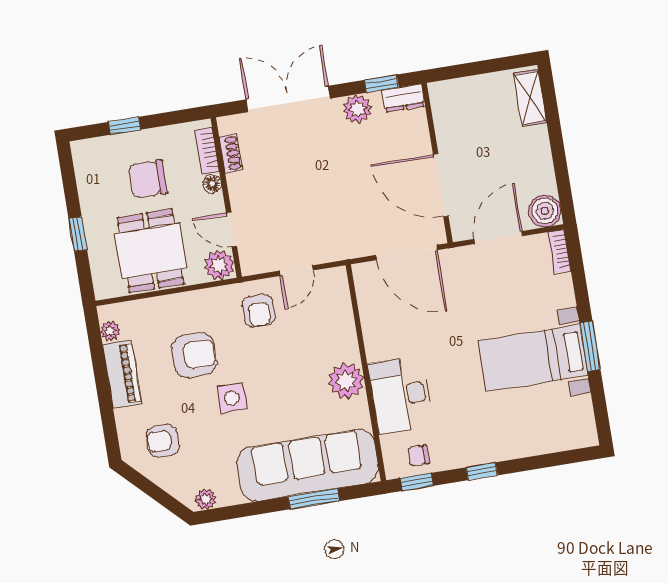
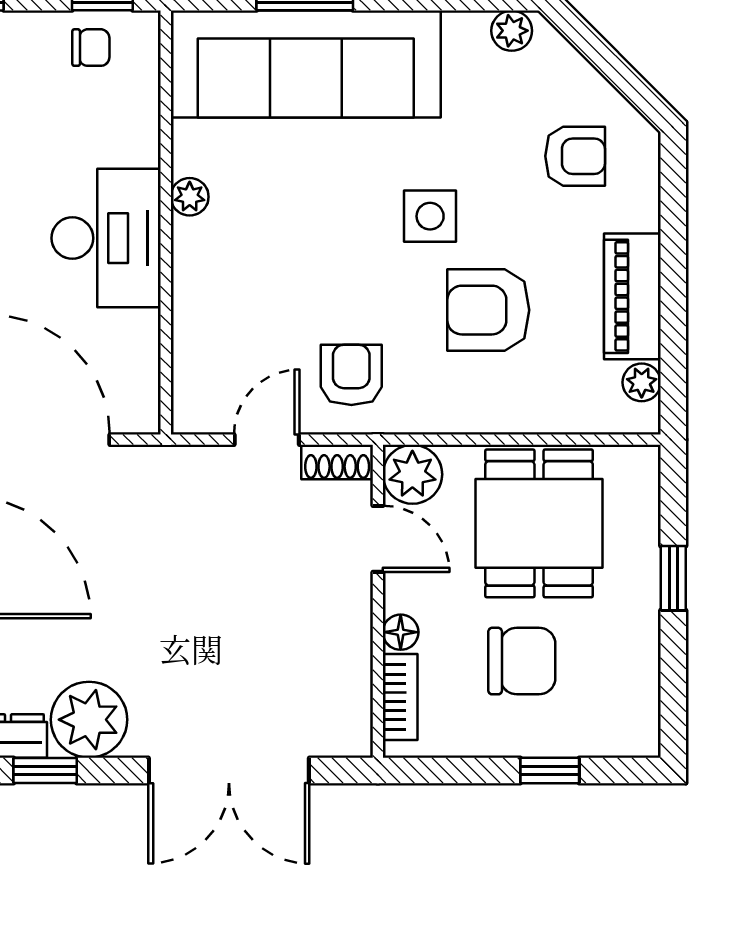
plant: (357, 109) -> (89, 720), width x1.36, depth x1.36
shoe rack: (231, 154) -> (337, 462), moved, turned -90
plant: (346, 381) -> (190, 197), width x0.53, depth x0.53
desk: (401, 395) -> (106, 238), moved

